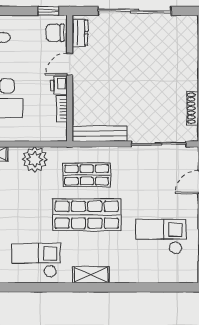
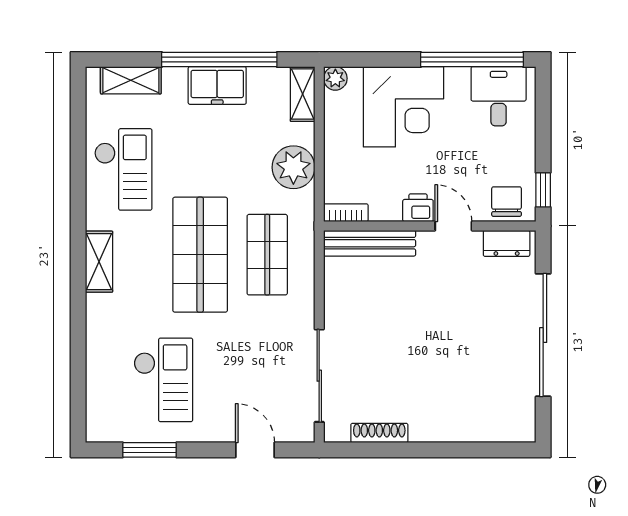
bookcase: (62, 109) -> (346, 213), moved
bench: (100, 134) -> (370, 243), moved, turned 90

